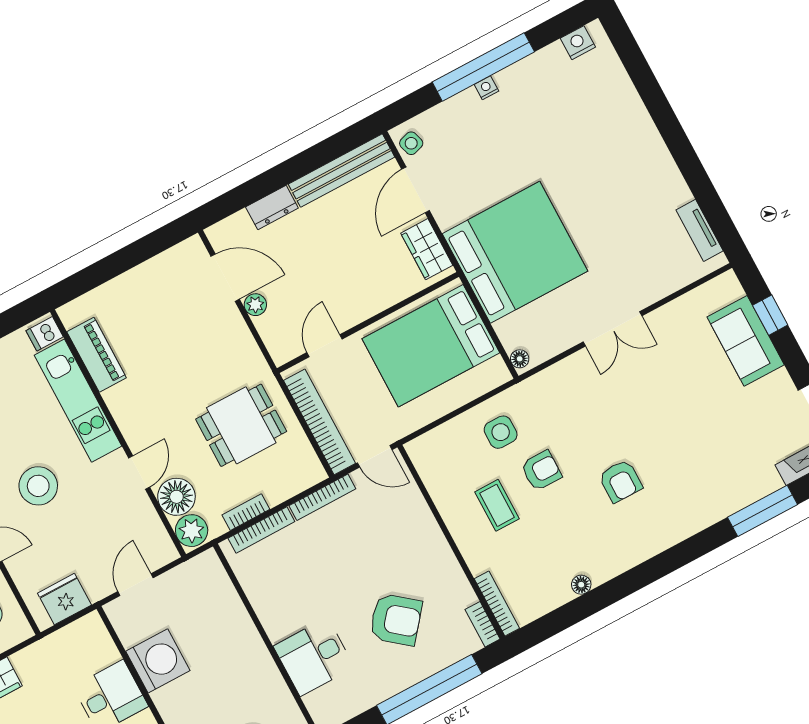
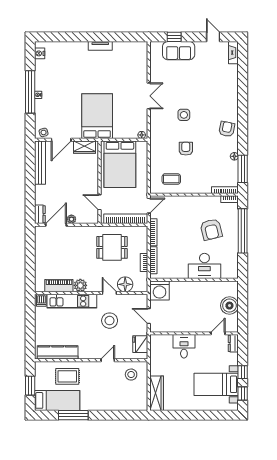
door: (416, 190) -> (61, 140), hinge flipped
dresser: (272, 207) -> (40, 214), moved
tv unit: (700, 230) -> (100, 46), moved
bed: (515, 252) -> (97, 116), width x0.73
dining table: (241, 425) -> (112, 247), turned 90
side table: (501, 432) -> (184, 115), moved
armchair: (620, 481) -> (227, 129), moved, turned -79
stool: (38, 486) -> (110, 321), moved
coffee table: (497, 505) -> (171, 179), moved
window: (763, 511) -> (243, 169), moved
plant: (192, 531) -> (80, 285), moved
armchair: (396, 620) -> (211, 229), turned 127
desk: (314, 657) -> (204, 266), width x1.37
washing machine: (158, 661) -> (160, 290), moved, turned 180

